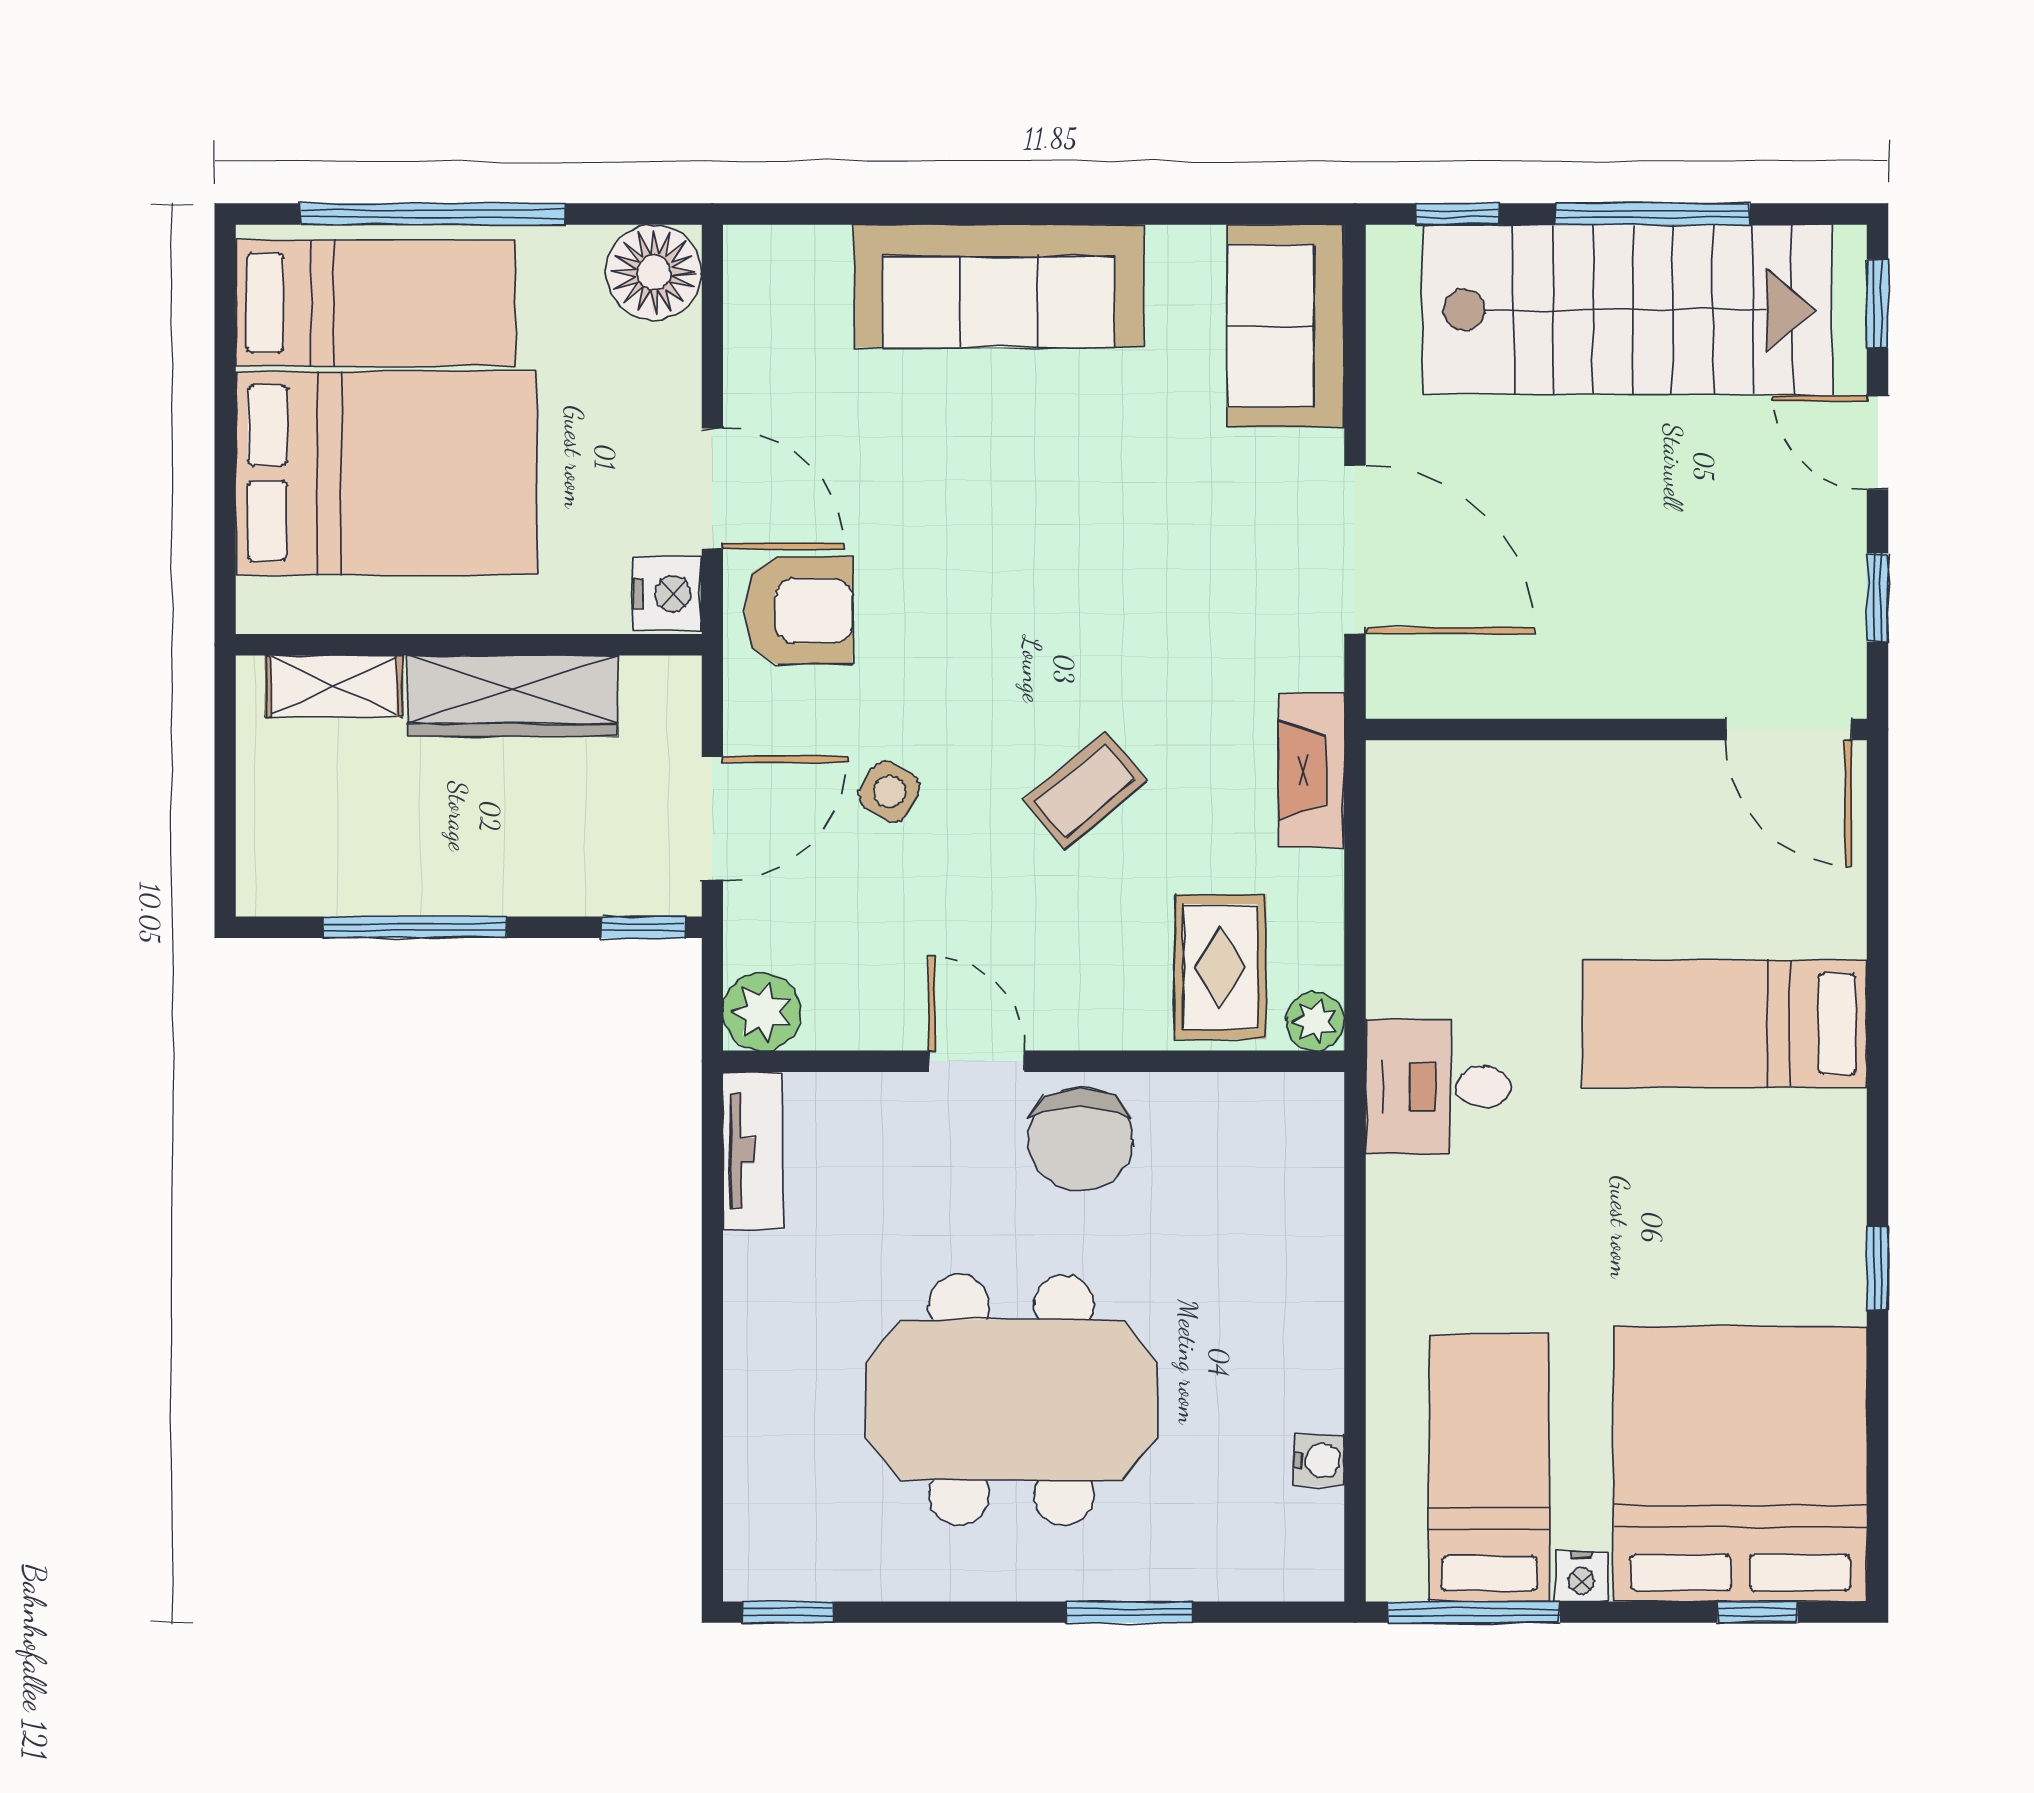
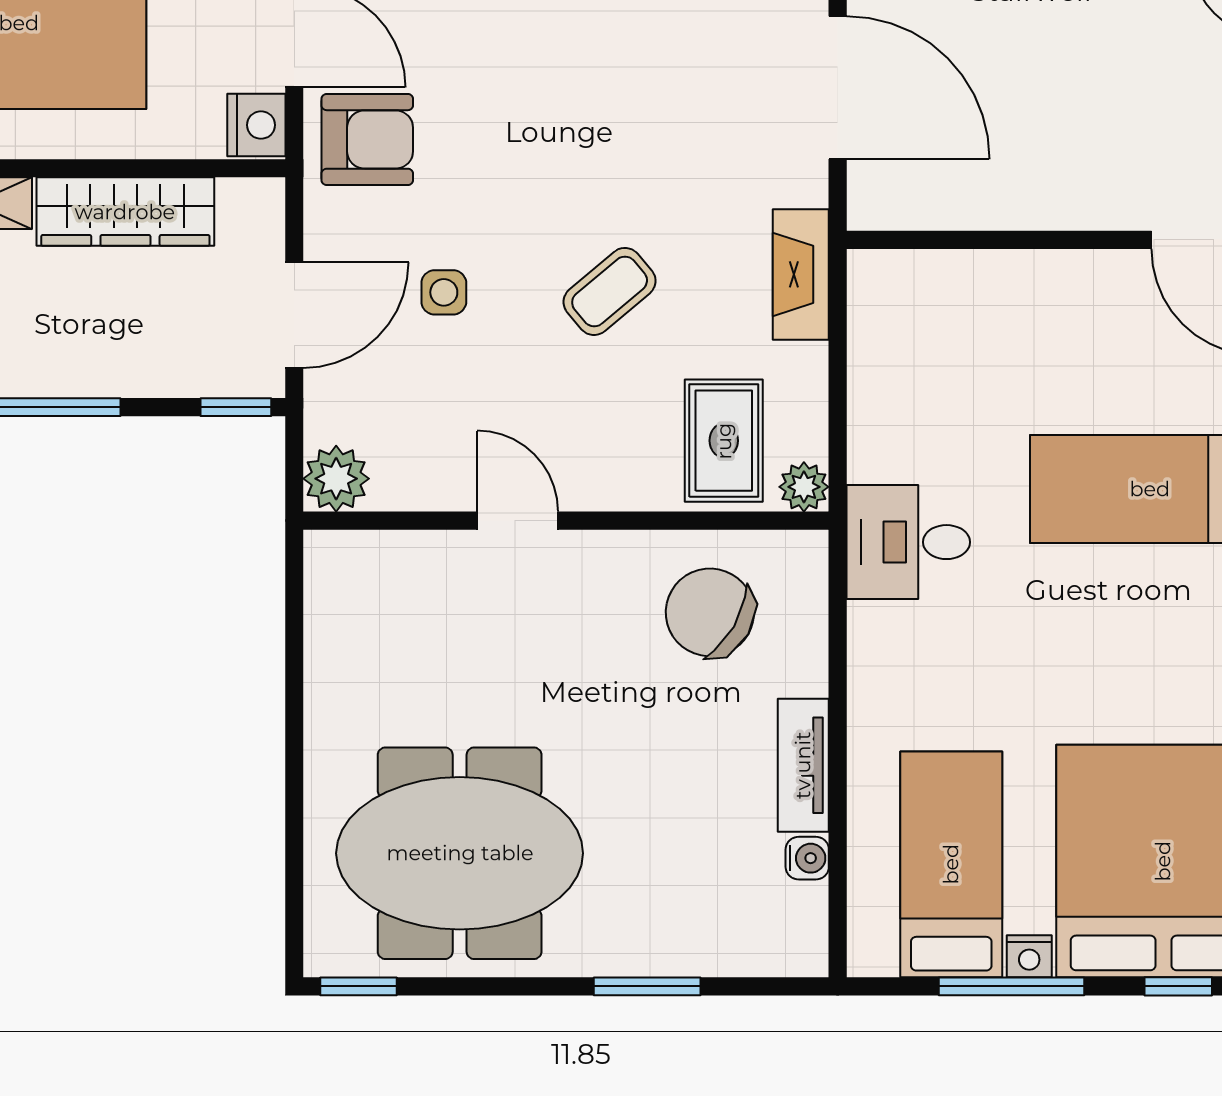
side table: (889, 792) -> (444, 292), turned -30
chair: (1080, 1139) -> (710, 612), moved, turned 120
tv unit: (753, 1151) -> (803, 765), moved, turned 180
meeting table: (1012, 1400) -> (460, 853), moved
window: (1474, 1612) -> (1012, 986), moved

